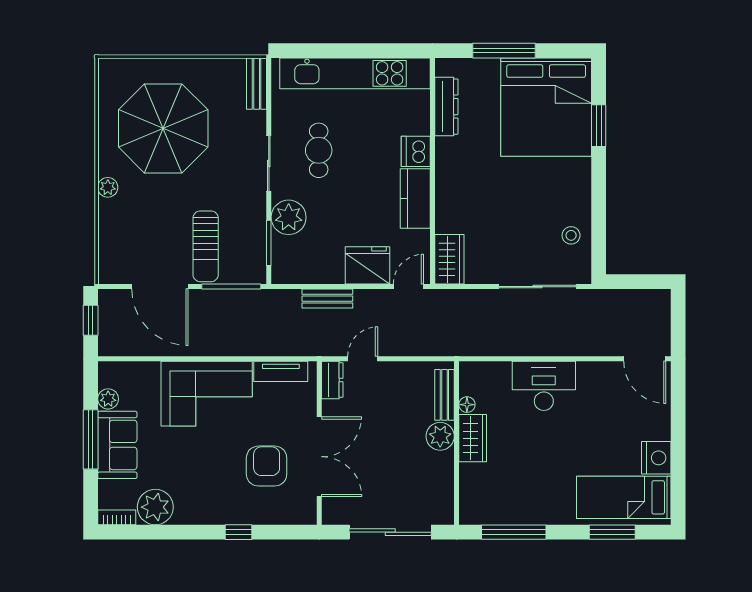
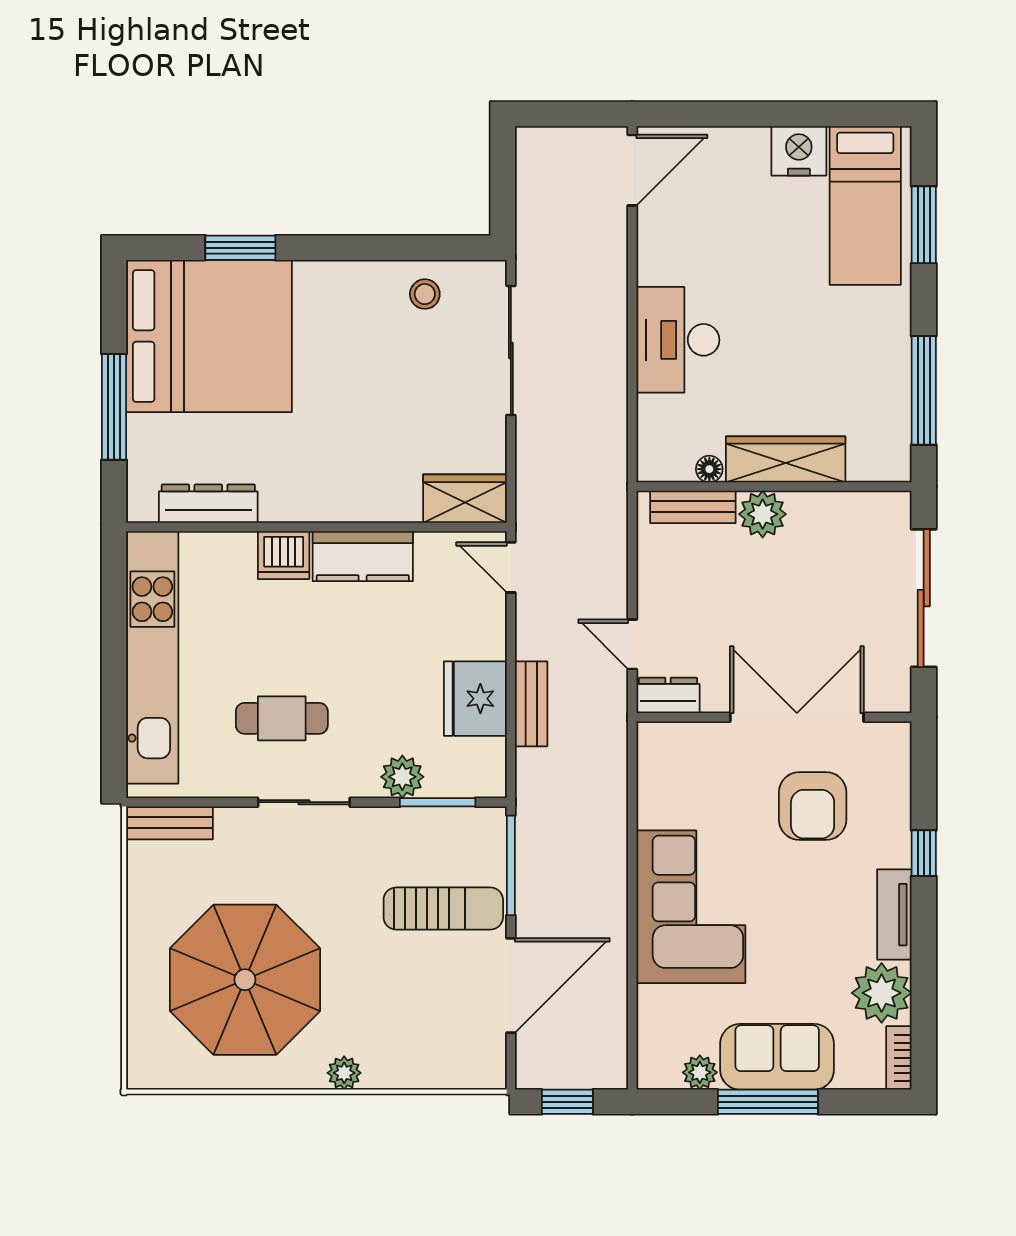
plant: (289, 217) -> (402, 777), width x0.73, depth x0.73
fridge: (368, 265) -> (475, 699), moved
tv unit: (281, 371) -> (894, 915), moved, turned 180
wardrobe: (473, 438) -> (786, 459), width x1.50
armchair: (267, 466) -> (813, 806), turned -90

